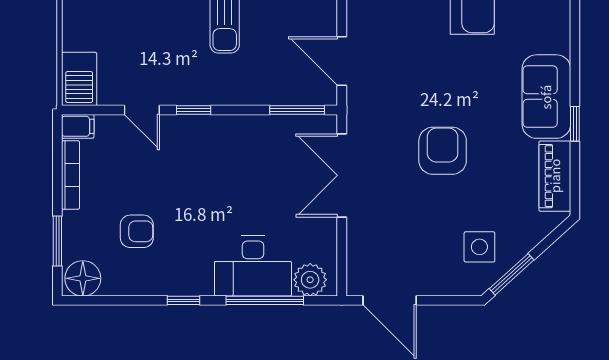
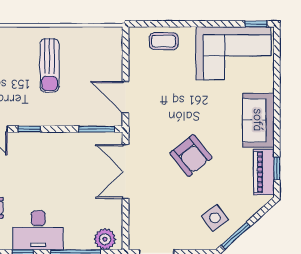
window: (575, 124) -> (277, 168), moved
armchair: (443, 151) -> (191, 155), turned 141
side table: (479, 247) -> (215, 218), turned -36
desk: (253, 266) -> (38, 230), moved

